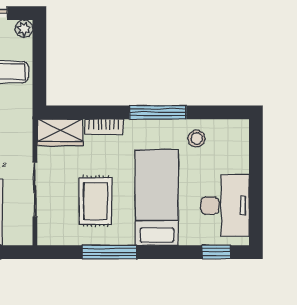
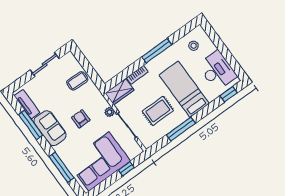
plant: (24, 29) -> (110, 112), moved
stool: (196, 139) -> (194, 46), moved
rug: (95, 201) -> (158, 111), turned 90

